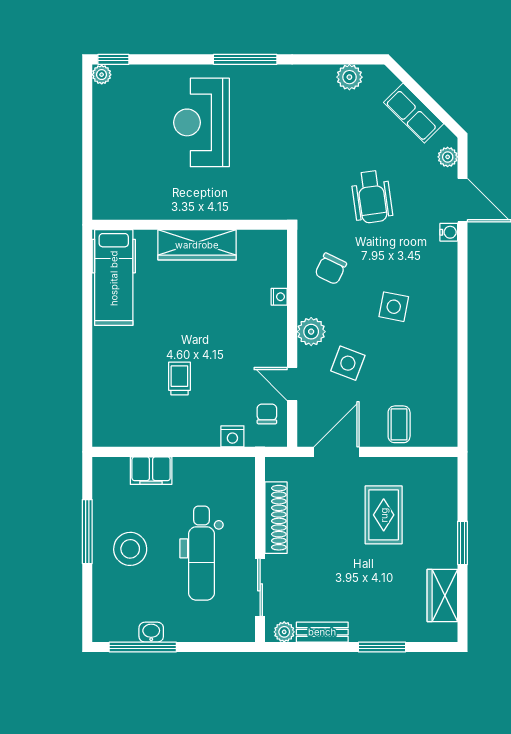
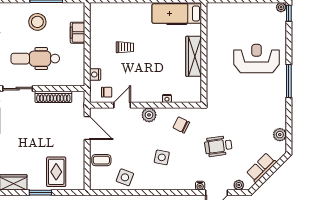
side table: (348, 363) -> (125, 177), moved
rug: (384, 515) -> (56, 172), moved, turned 90

